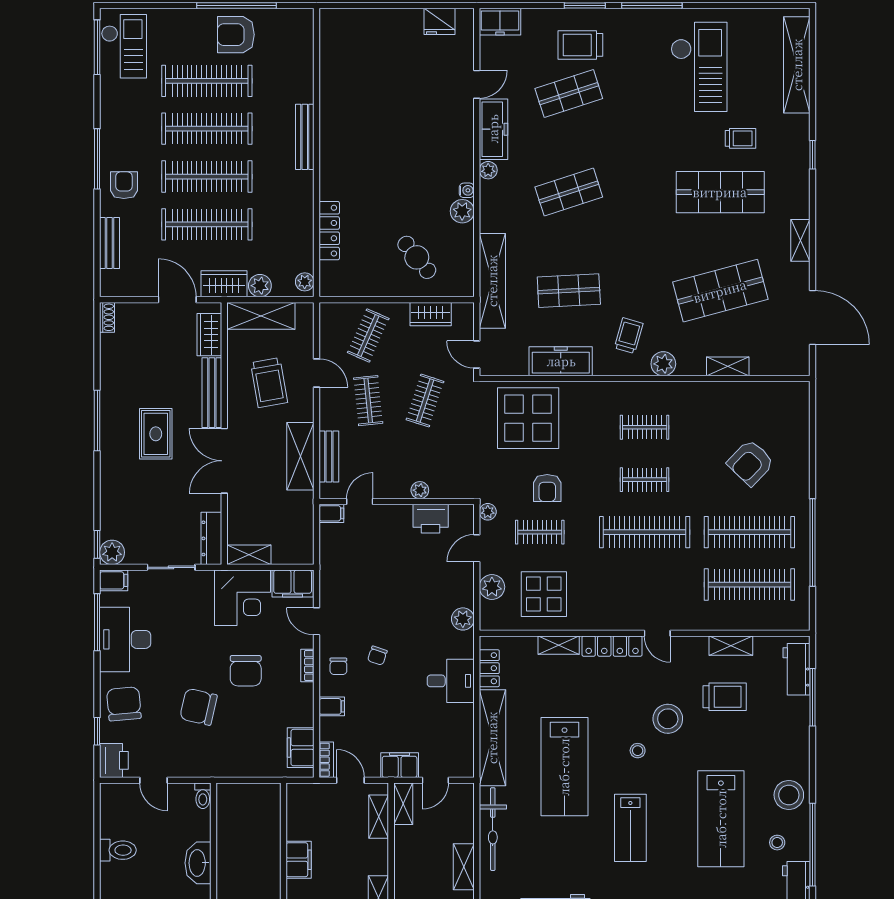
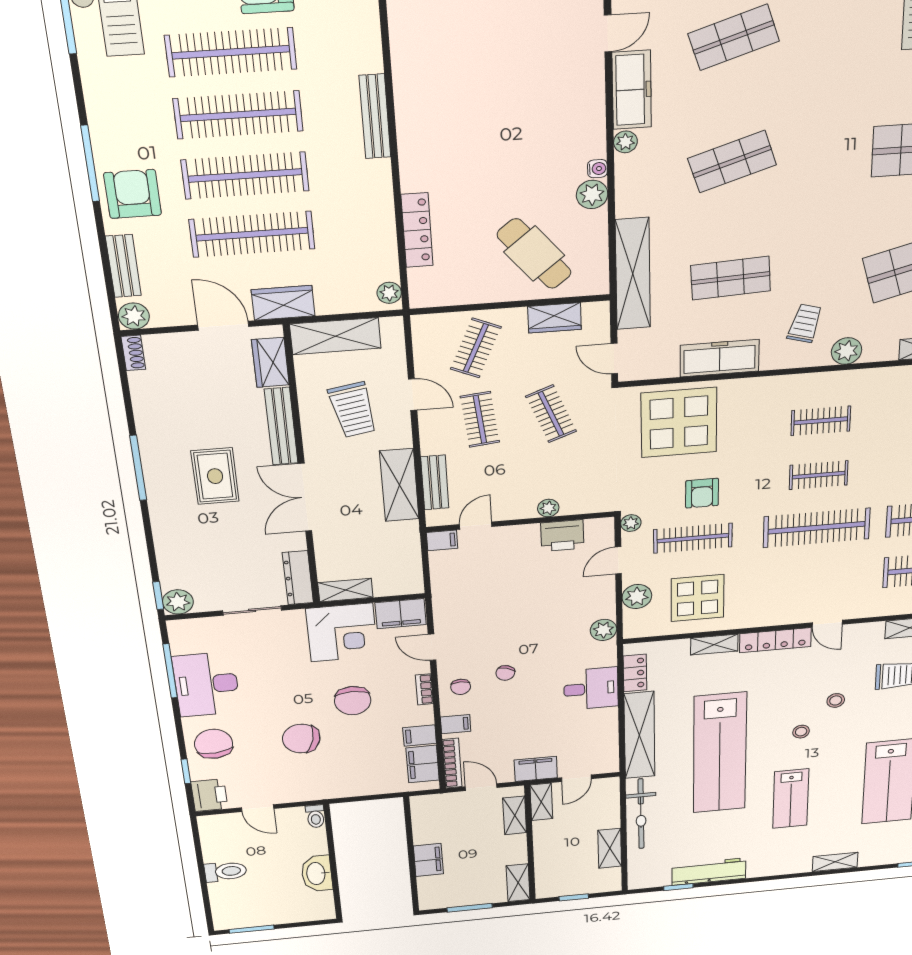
armchair: (124, 185) -> (133, 194), width x1.38, depth x1.38
cafe table: (417, 257) -> (534, 254), width x1.37, depth x1.35
plant: (260, 286) -> (134, 316), moved
clothes rail: (425, 401) -> (551, 414), turned -39
clothes rail: (540, 532) -> (693, 538), width x1.36
filing cabinet: (114, 580) -> (420, 736), moved, turned 180
stool: (668, 719) -> (836, 700), width x0.53, depth x0.53
bookcase: (326, 760) -> (452, 763), width x1.56
lab bench: (564, 767) -> (720, 753), width x1.36

